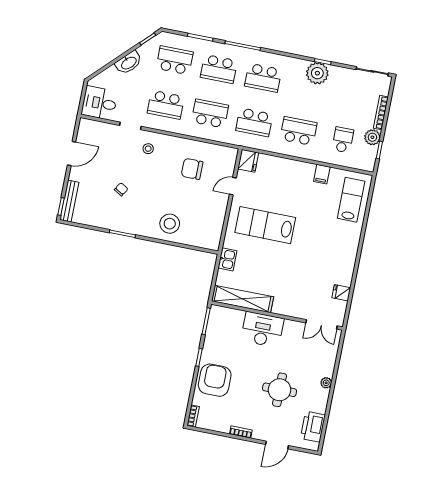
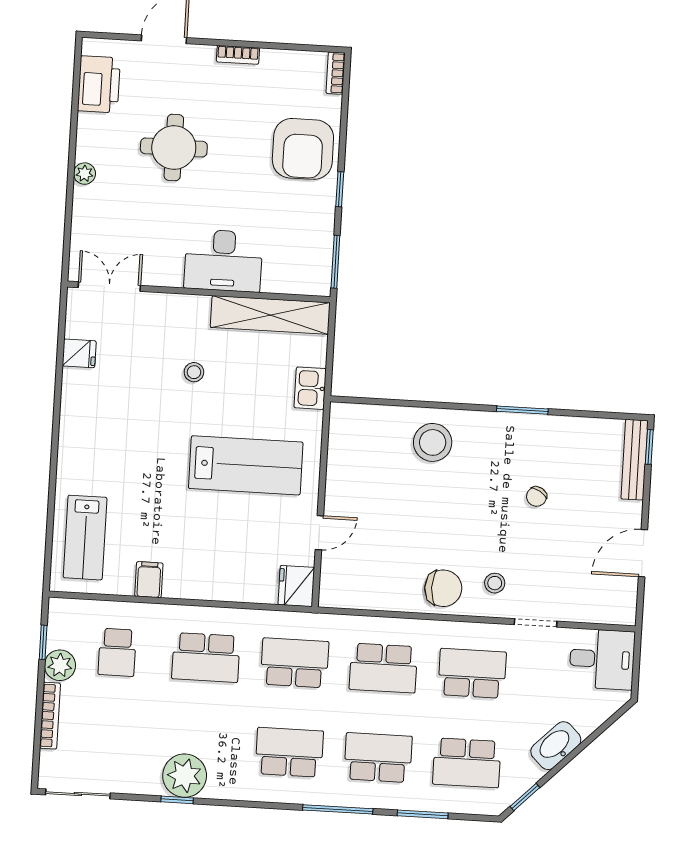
chair: (192, 169) -> (443, 588), moved
stool: (285, 275) -> (194, 372), added

